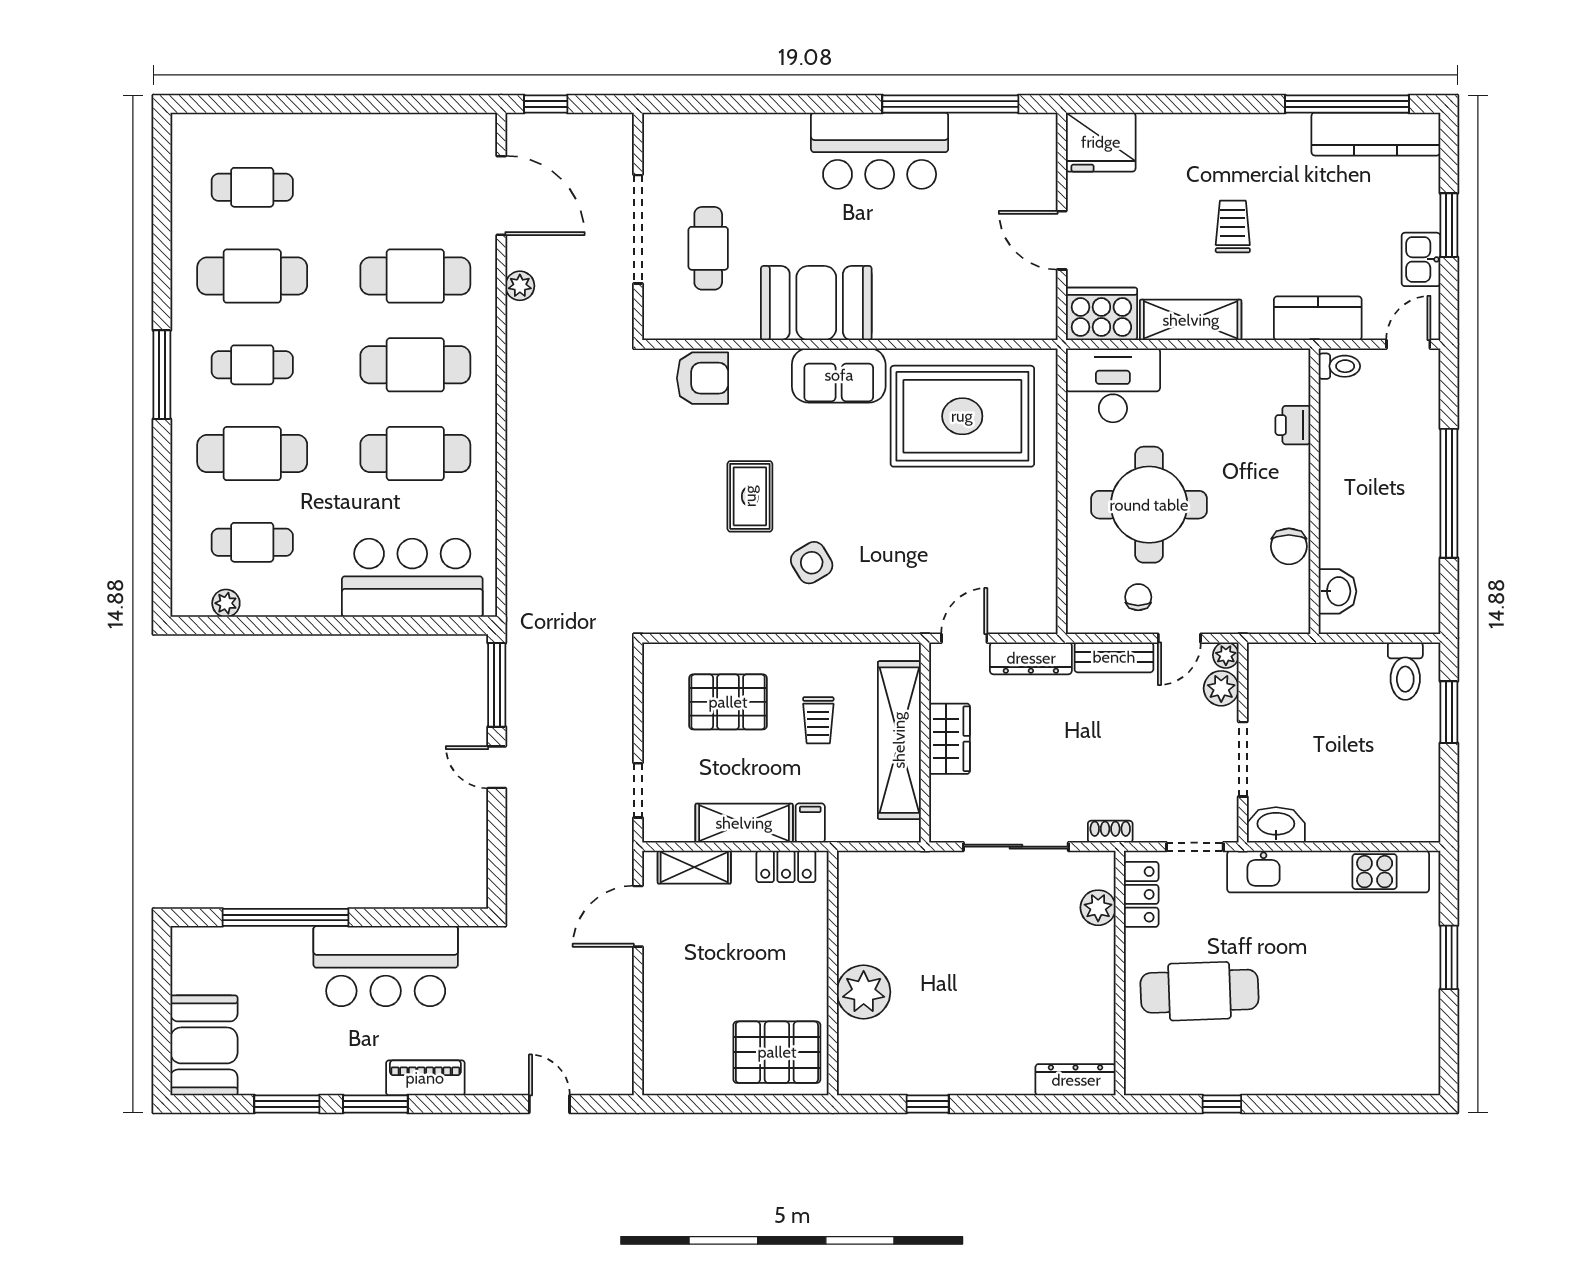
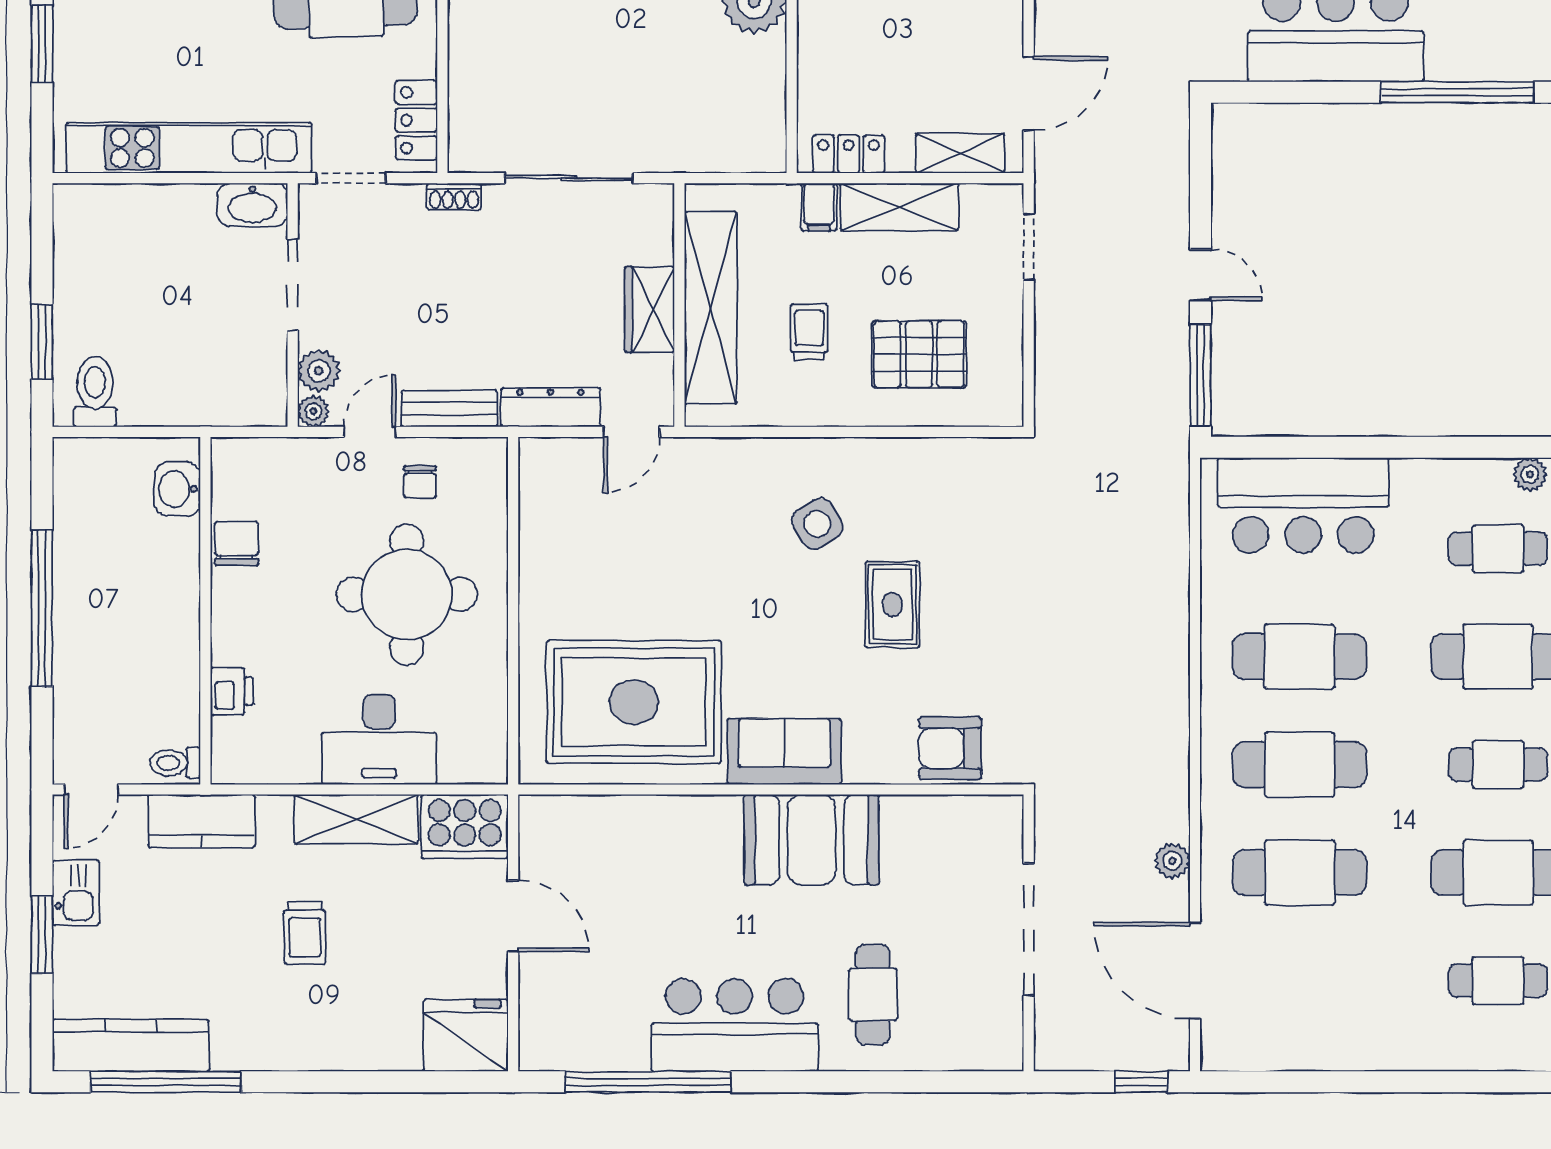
cafe table: (708, 248) -> (873, 995), moved
desk: (1113, 385) -> (379, 739), moved
plant: (1098, 908) -> (469, 104), removed

